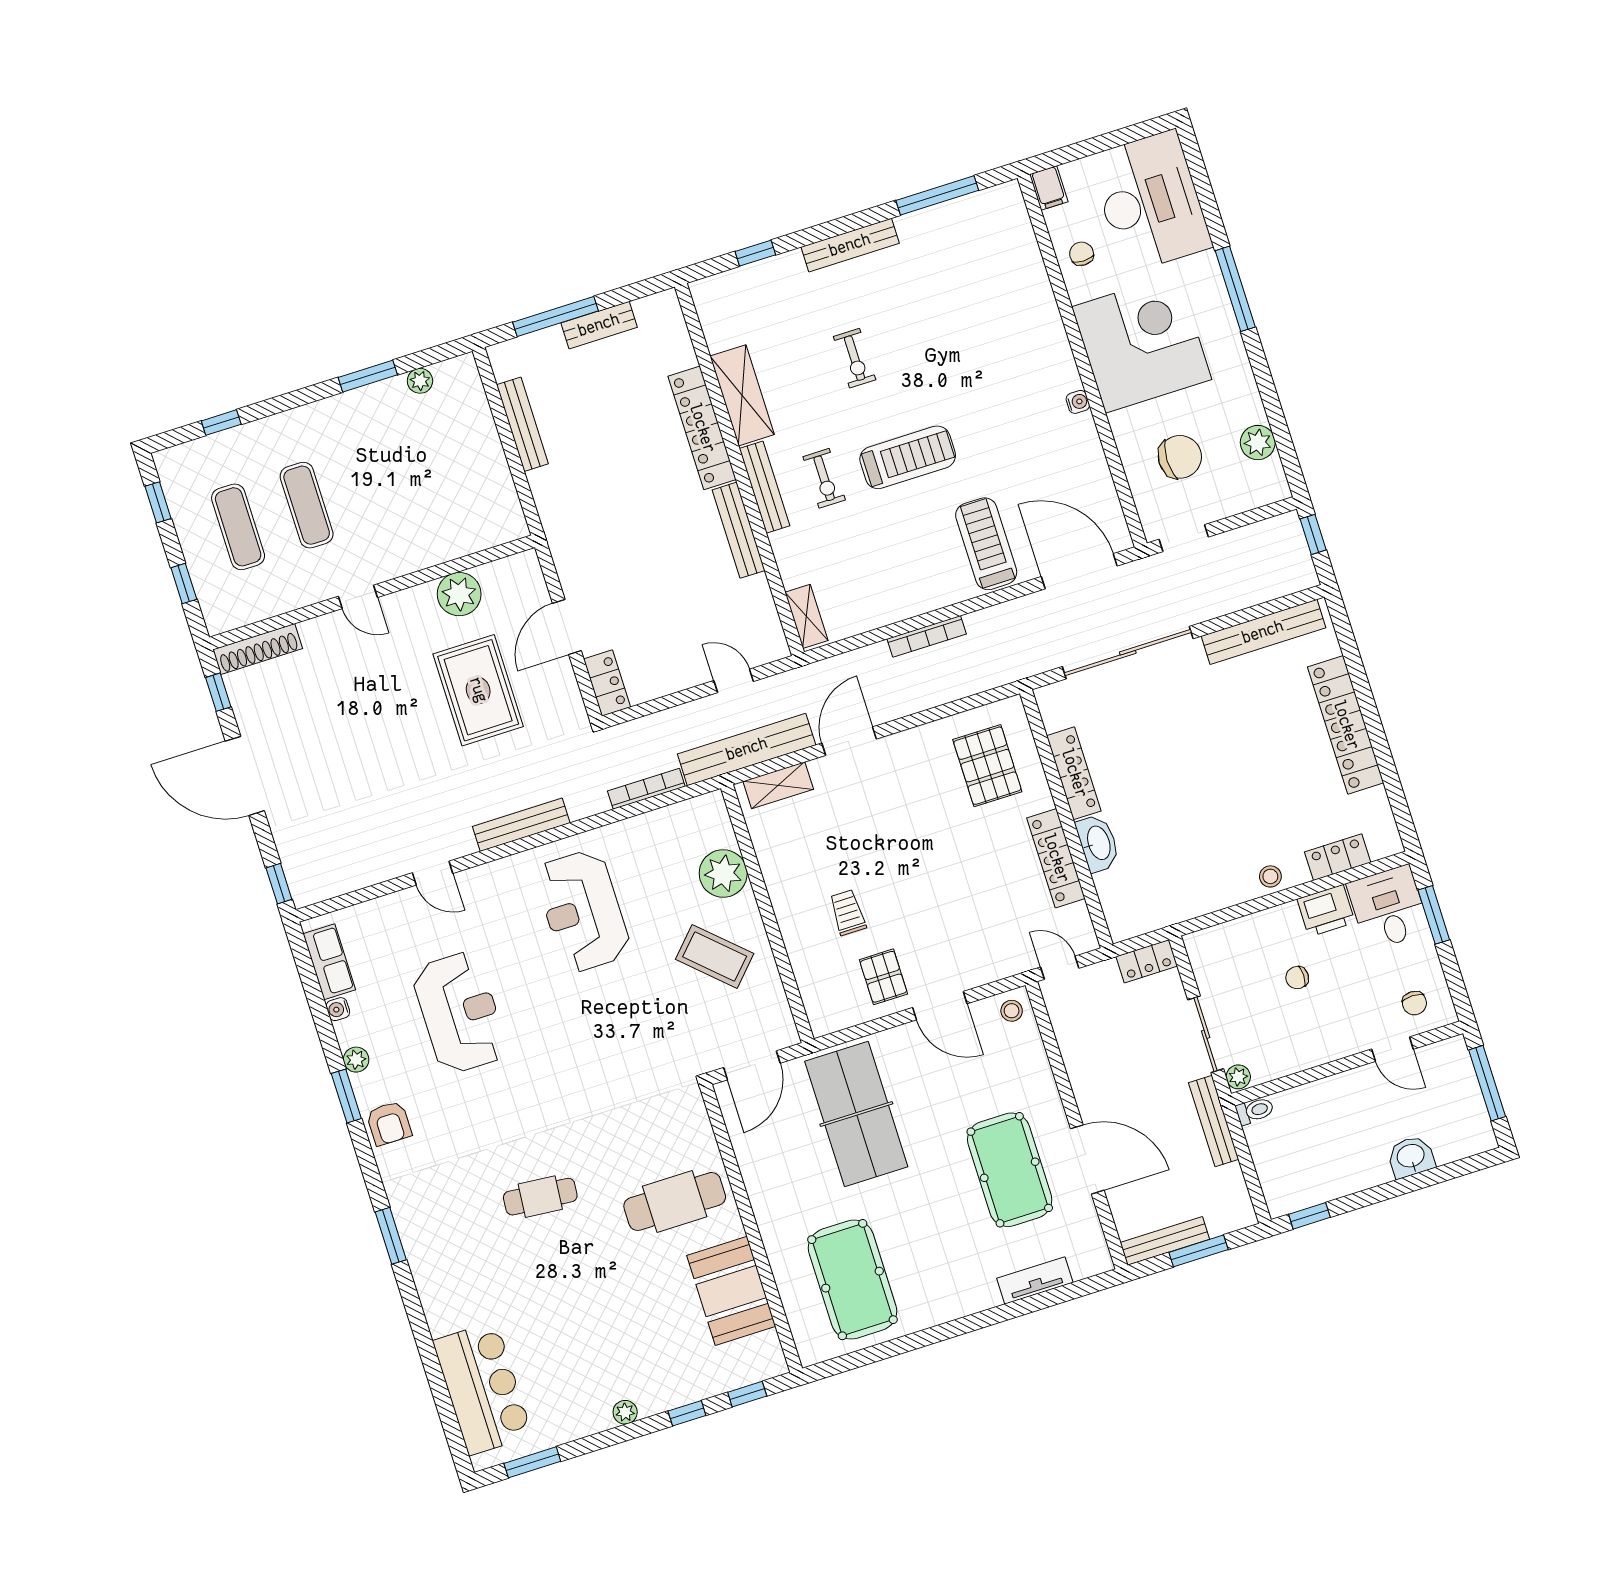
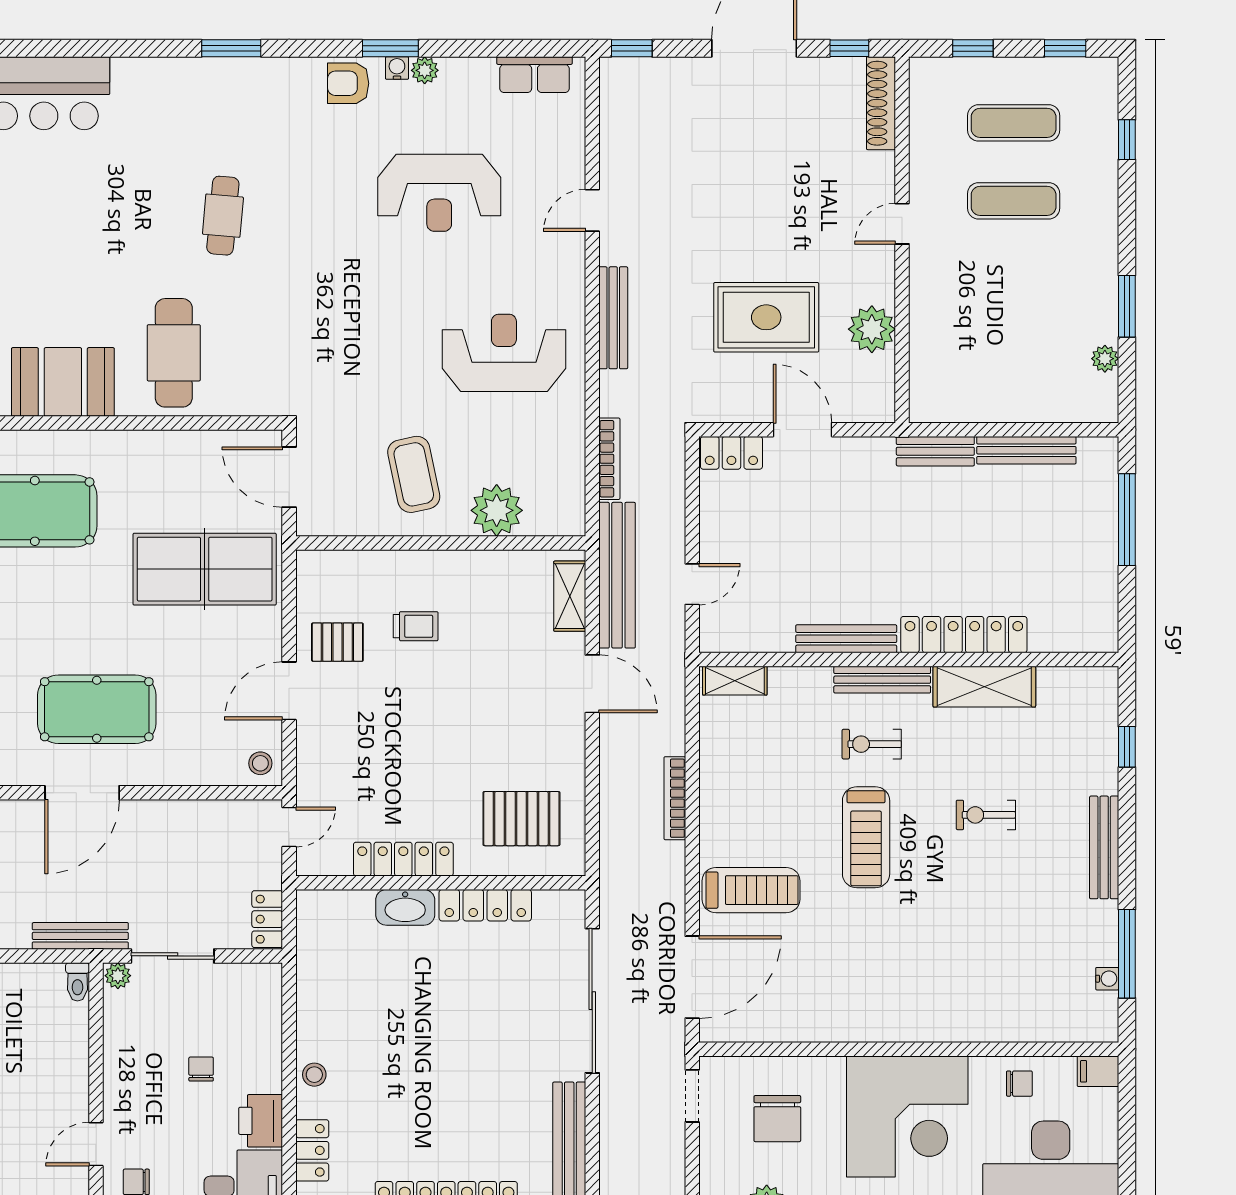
bench: (599, 325) -> (935, 451), moved, turned 90
water cooler: (1078, 402) -> (1107, 979), moved, turned -90
coffee table: (715, 956) -> (414, 474), turned -55
water cooler: (338, 1009) -> (397, 68), moved

